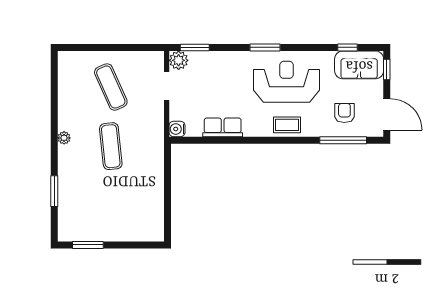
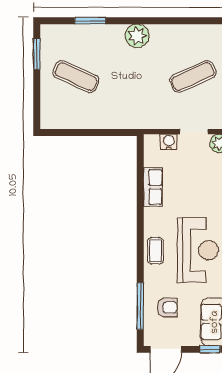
water cooler: (177, 129) -> (169, 142), moved
plant: (64, 138) -> (137, 36), width x1.87, depth x1.87
exercise mat: (111, 146) -> (76, 77), moved, turned 30

